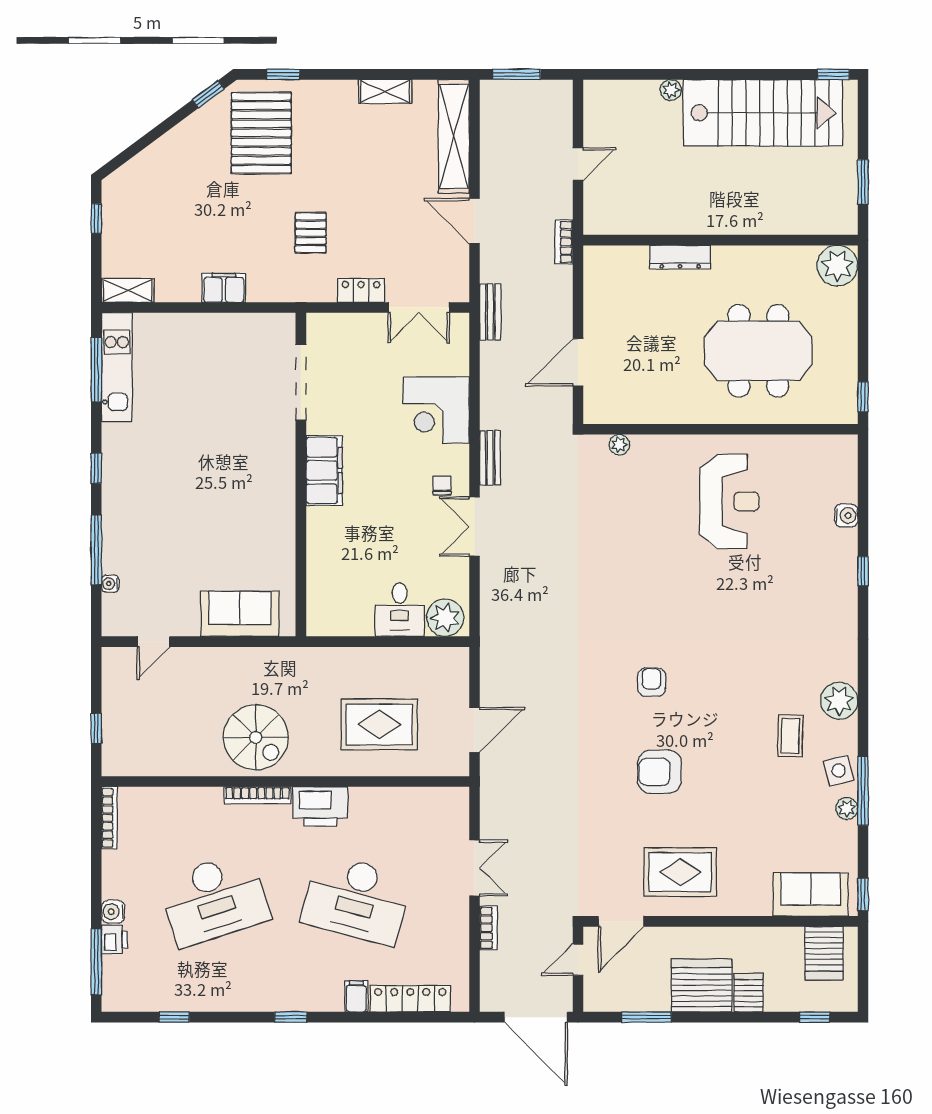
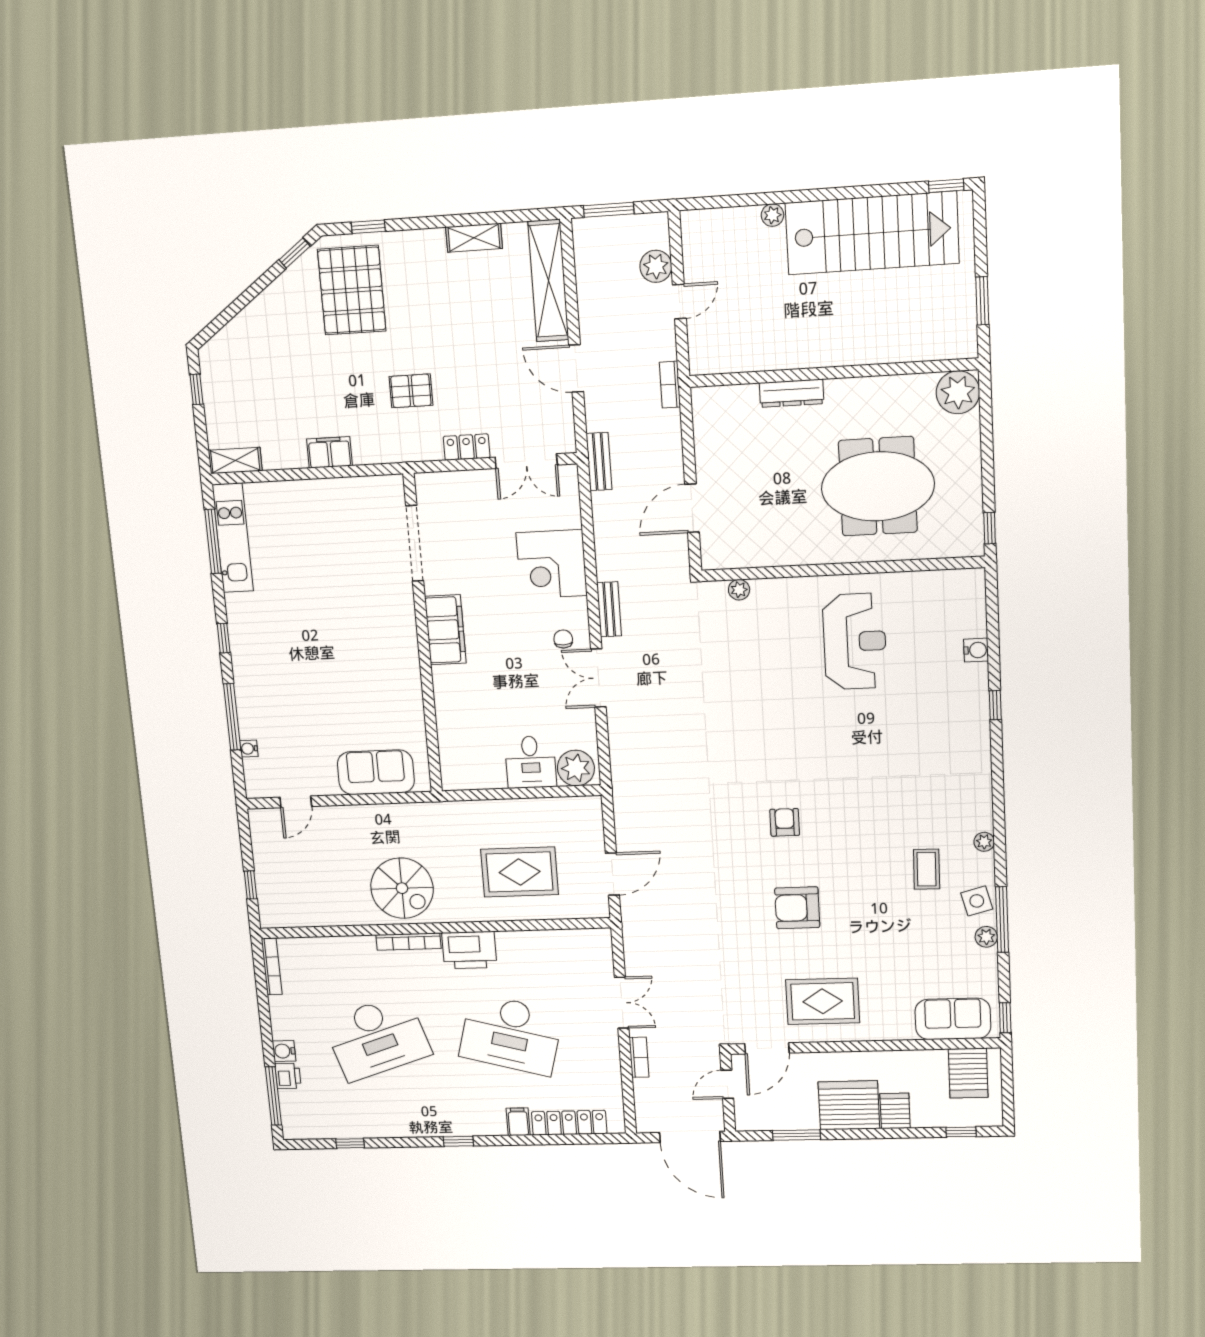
plant: (558, 130) -> (656, 266), added
pallet: (311, 233) -> (411, 391), turned 90
plant: (839, 701) -> (984, 842), width x0.53, depth x0.53

